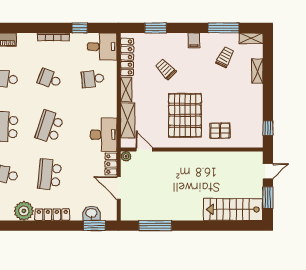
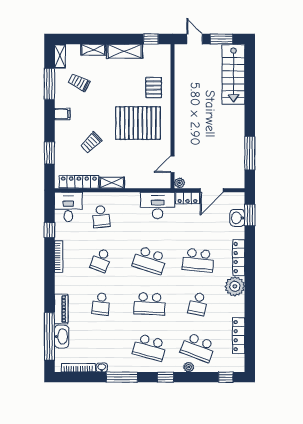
shelving: (128, 120) -> (125, 51), moved

